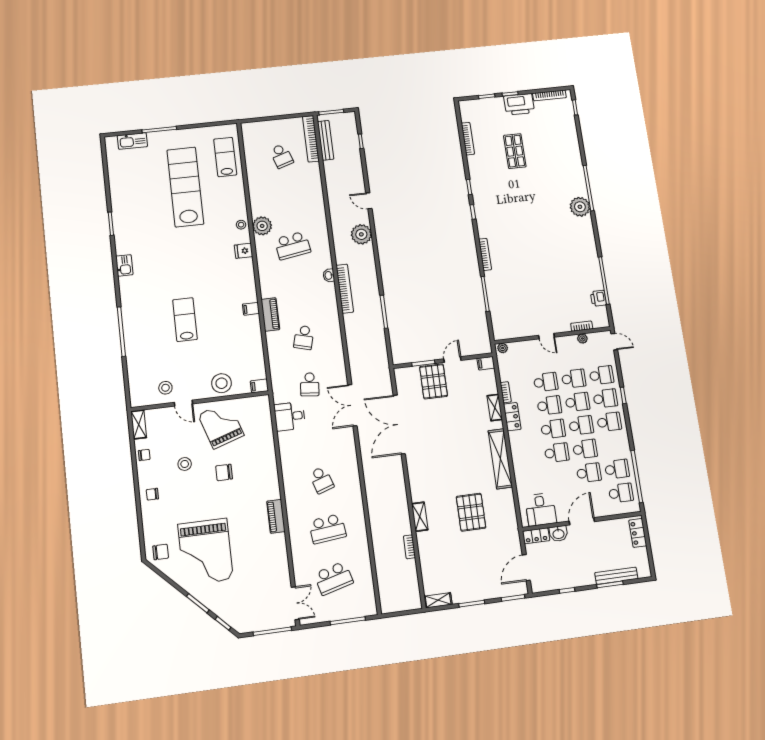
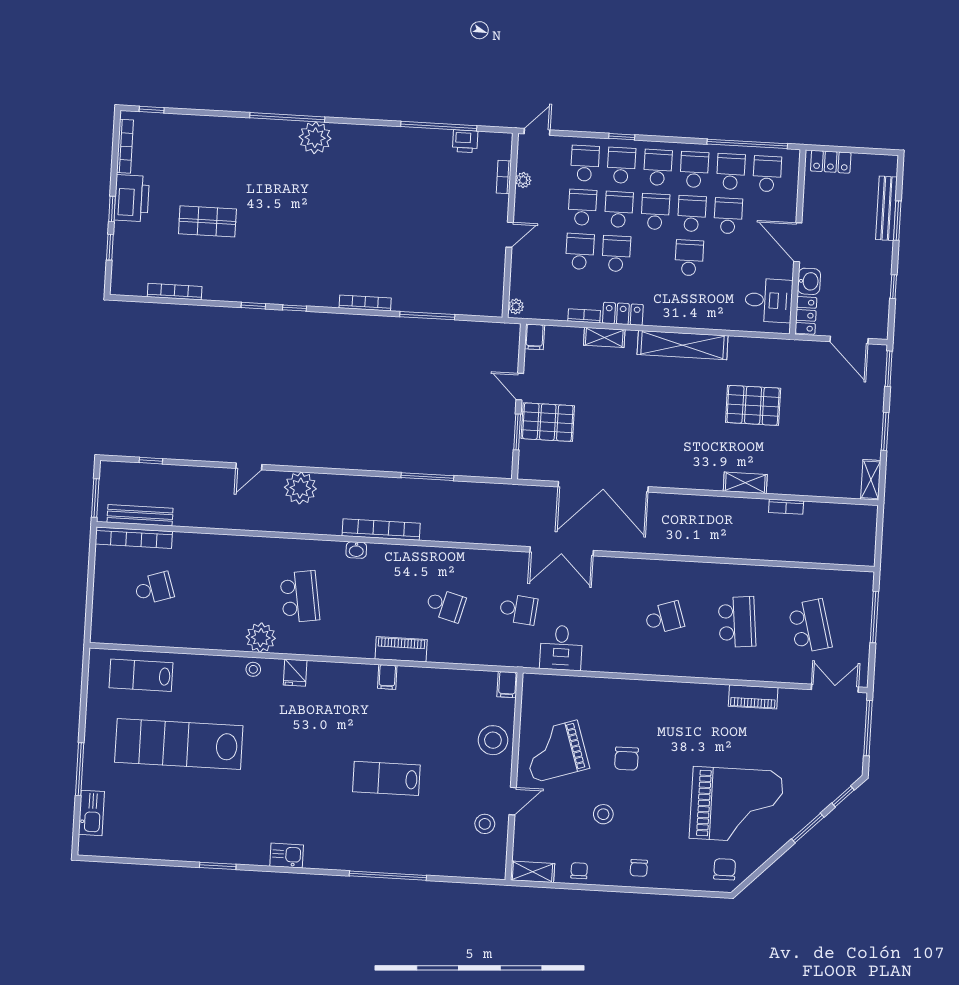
school desk: (553, 429) -> (694, 170), moved
piano: (276, 516) -> (753, 697), moved

